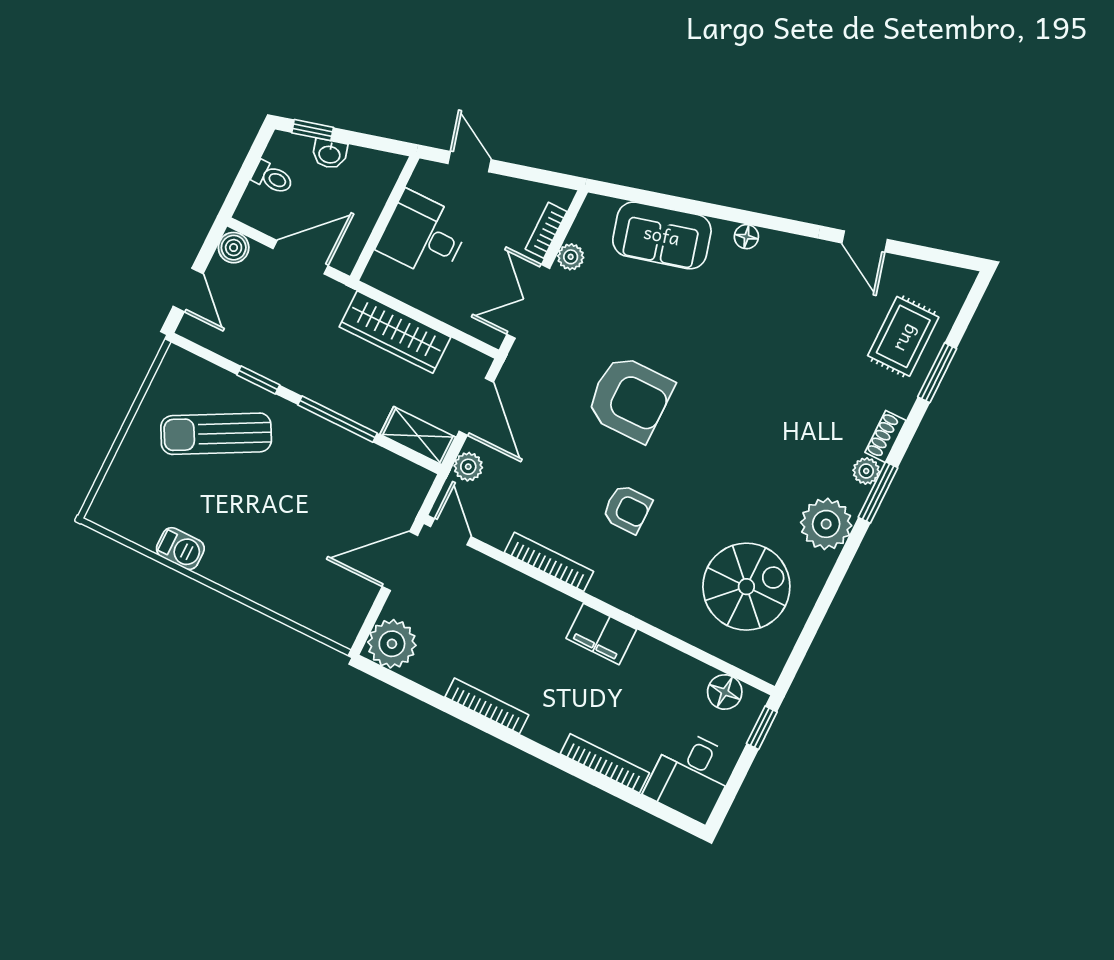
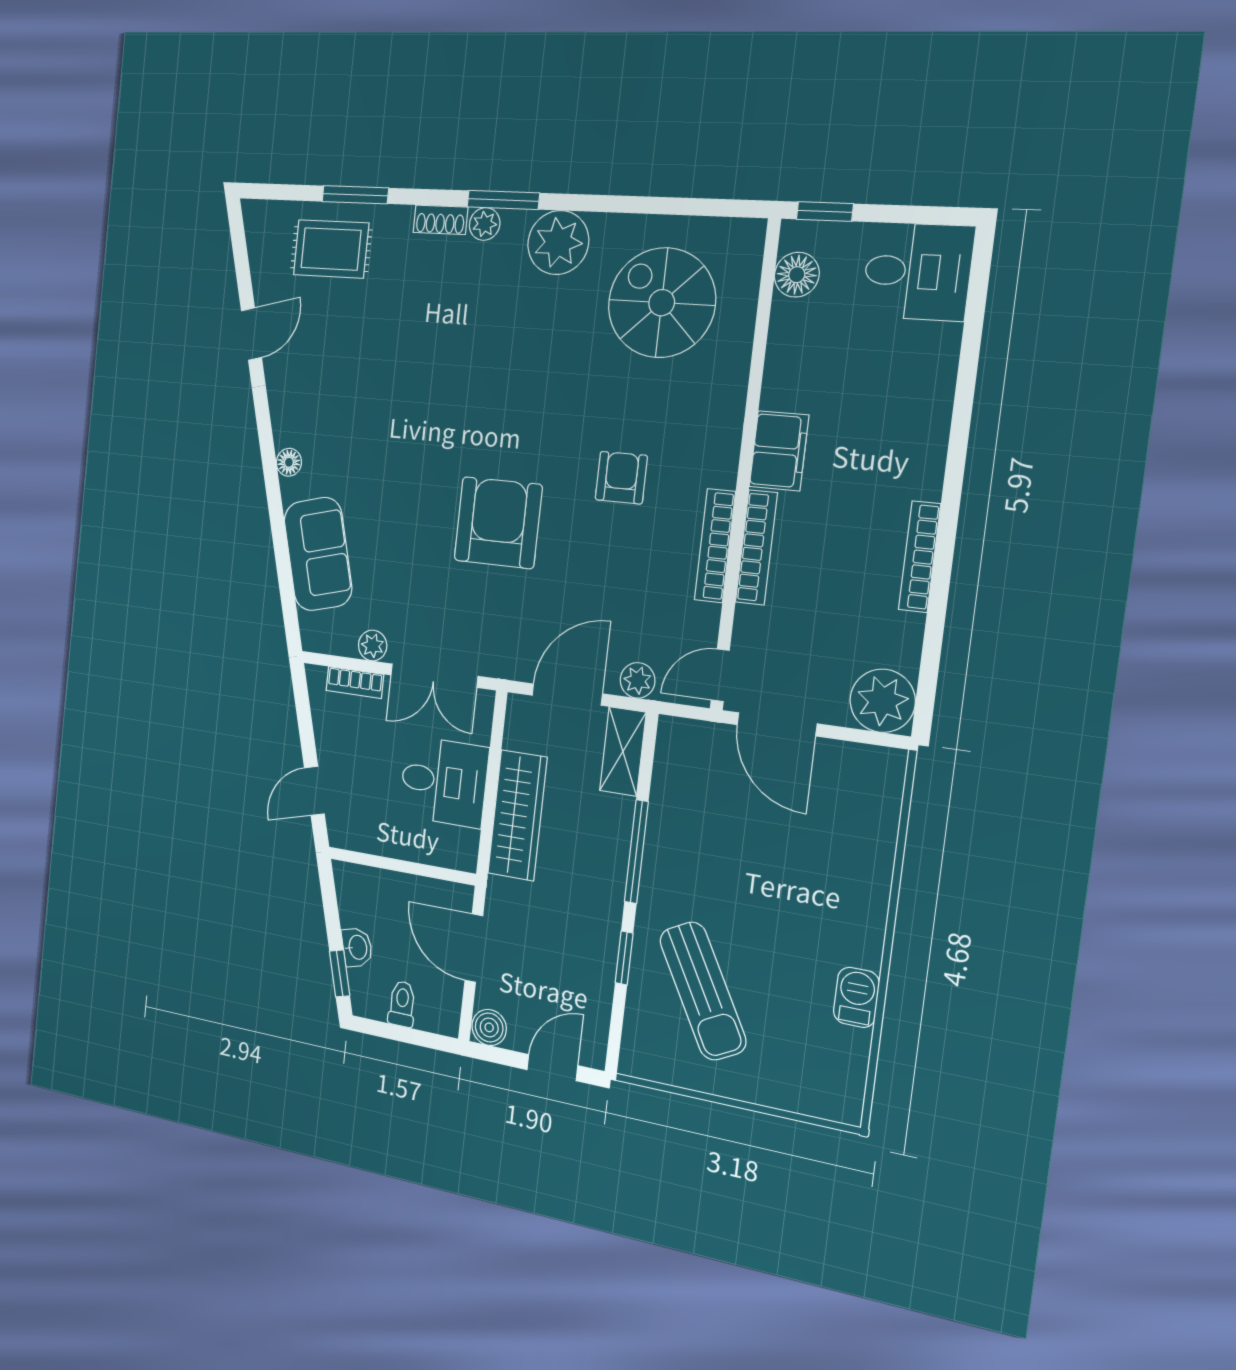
desk: (423, 235) -> (444, 782), moved, turned -90
bookcase: (605, 763) -> (756, 547), moved, turned 180

